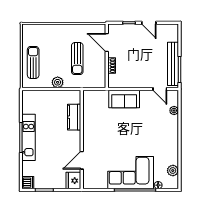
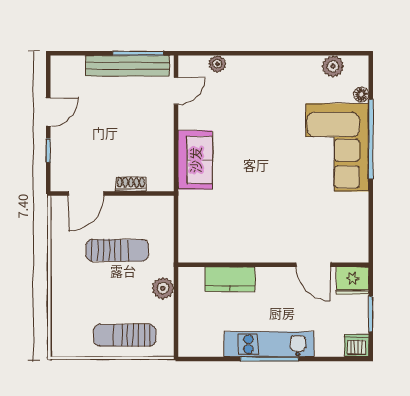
kitchen counter: (74, 117) -> (230, 279), moved
wall: (82, 140) -> (273, 265), moved
door: (82, 160) -> (313, 265), moved
fridge: (73, 181) -> (352, 281), moved

